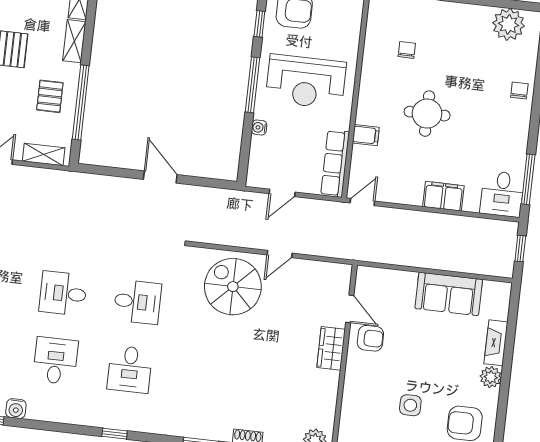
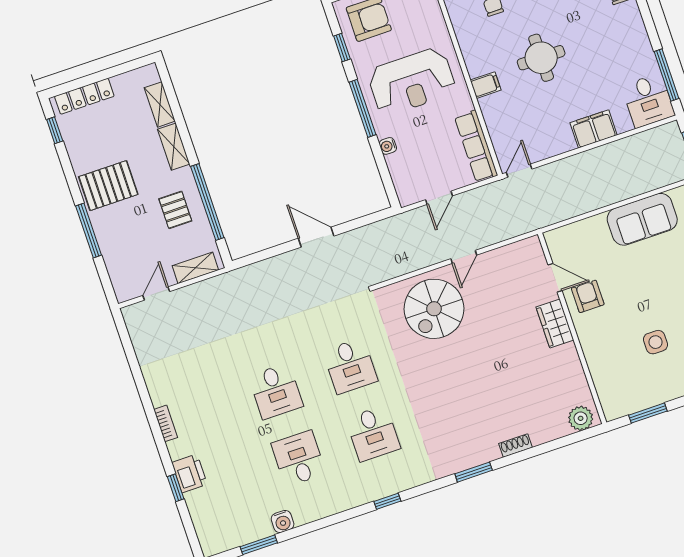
filing cabinet: (366, 135) -> (486, 85), moved
spiral stairs: (233, 287) -> (434, 309), turned -90
desk: (63, 293) -> (276, 391), turned -90
desk: (137, 302) -> (350, 366), turned 90
armchair: (370, 338) -> (588, 296), turned -90

